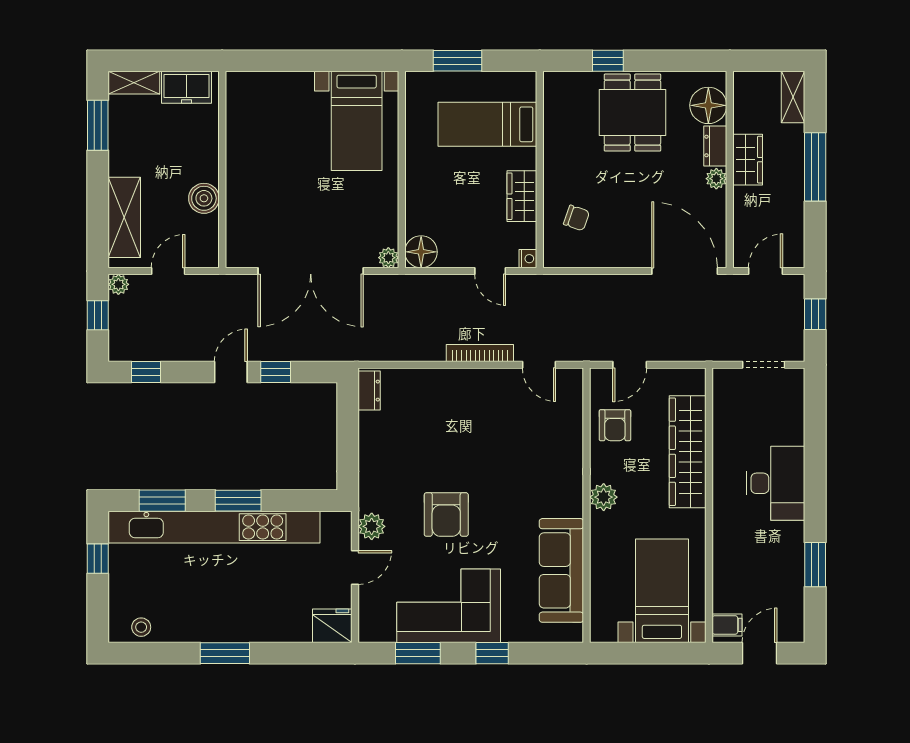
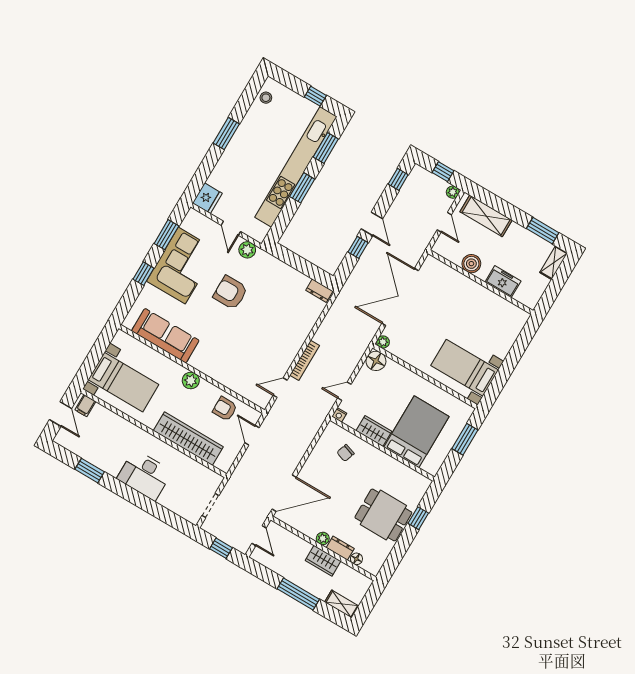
freezer: (187, 87) -> (503, 282), moved, turned 90
floor lamp: (708, 105) -> (356, 559), width x0.53, depth x0.53
bed: (487, 124) -> (416, 432), width x1.50

